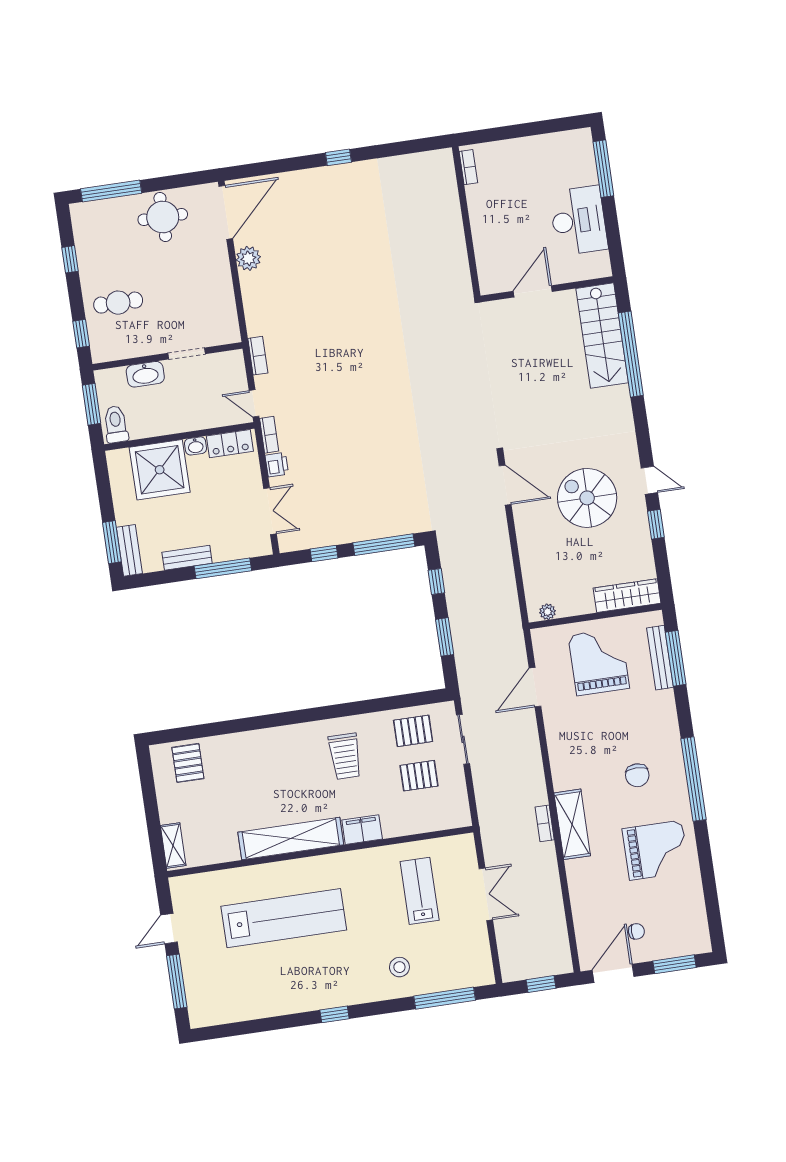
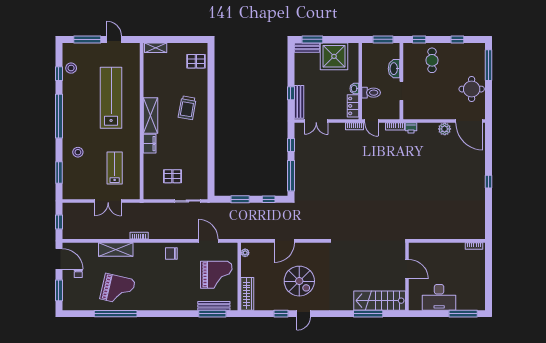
window: (631, 354) -> (368, 314), width x0.68
door: (254, 403) -> (371, 121), swing flipped
toilet: (116, 424) -> (371, 93), moved
printer: (277, 465) -> (411, 128), moved
shower: (160, 470) -> (334, 56), moved
door: (505, 485) -> (284, 241), moved
spiral stairs: (587, 498) -> (299, 281), turned 90
bench: (187, 558) -> (299, 102), moved, width x1.36
window: (223, 568) -> (291, 93), width x0.46
pallet: (413, 731) -> (195, 177), removed
trolley: (345, 756) -> (187, 108), moved, turned -80
chair: (637, 775) -> (171, 253), moved
pallet: (419, 776) -> (172, 176), turned 90
window: (694, 779) -> (116, 314), moved
shelving: (572, 824) -> (116, 249), moved
shelving: (291, 839) -> (150, 116), width x0.68
grand piano: (656, 850) -> (118, 289), turned -77
lab bench: (420, 891) -> (115, 168), turned -90
lab bench: (284, 918) -> (111, 98), turned 180
window: (445, 998) -> (59, 173), width x0.69
stool: (237, 1005) -> (71, 68), added
window: (334, 1014) -> (59, 116), width x3.17
window: (252, 1027) -> (59, 74), added

